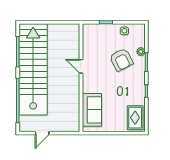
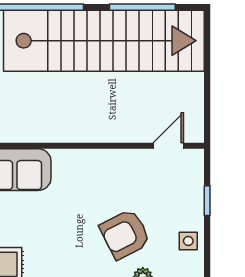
door: (81, 66) -> (168, 146), moved

